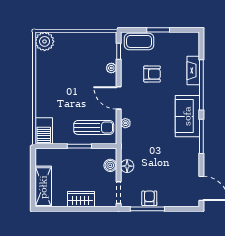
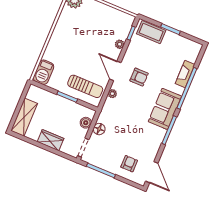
armchair: (152, 74) -> (139, 77), moved
armchair: (149, 198) -> (129, 164), moved

